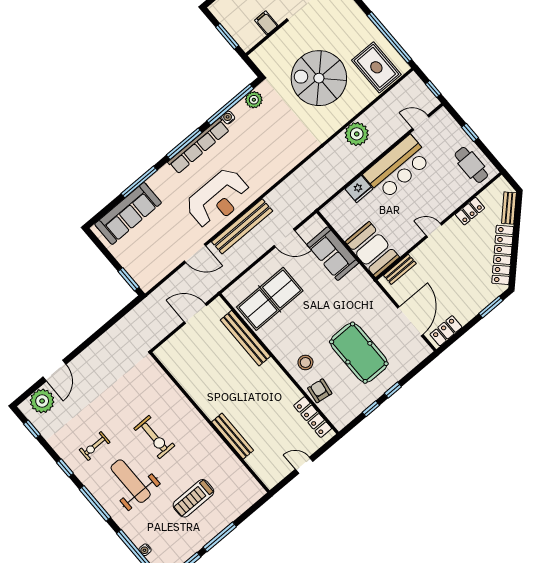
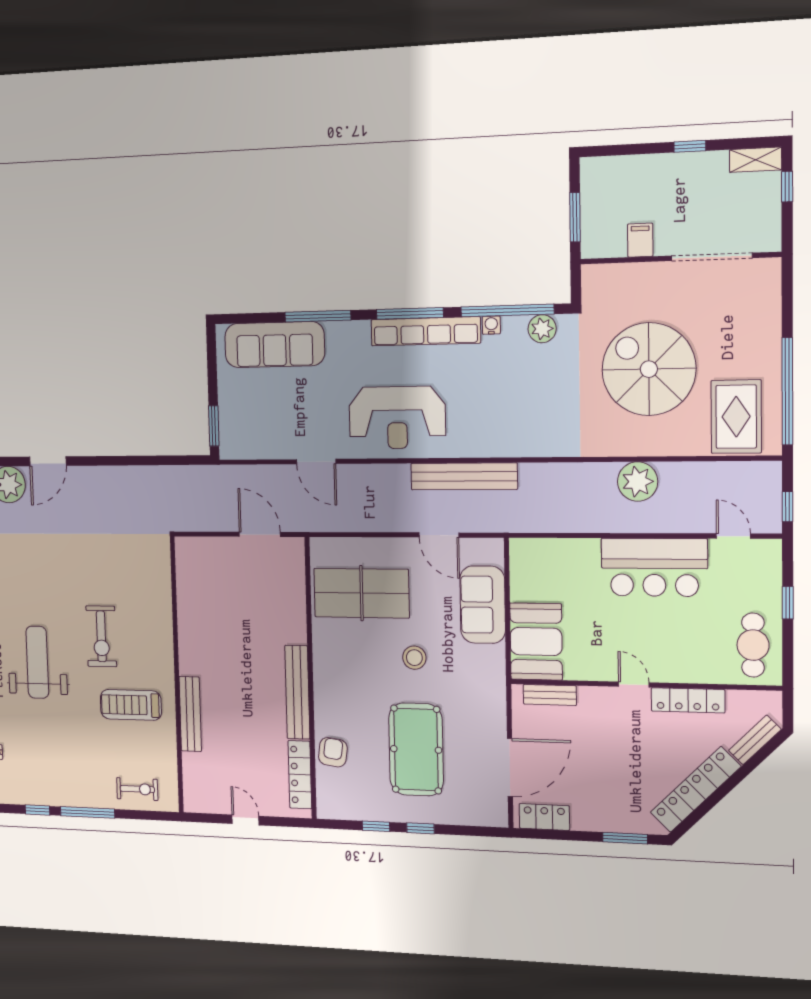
fridge: (359, 189) -> (582, 553), removed
locker: (470, 211) -> (688, 700), width x1.53
bench: (242, 226) -> (464, 476), moved
bench: (245, 338) -> (297, 692), moved
stool: (305, 362) -> (414, 658), moved
exercise bike: (95, 446) -> (137, 789), moved, turned 180
treadmill: (193, 498) -> (131, 705), moved

